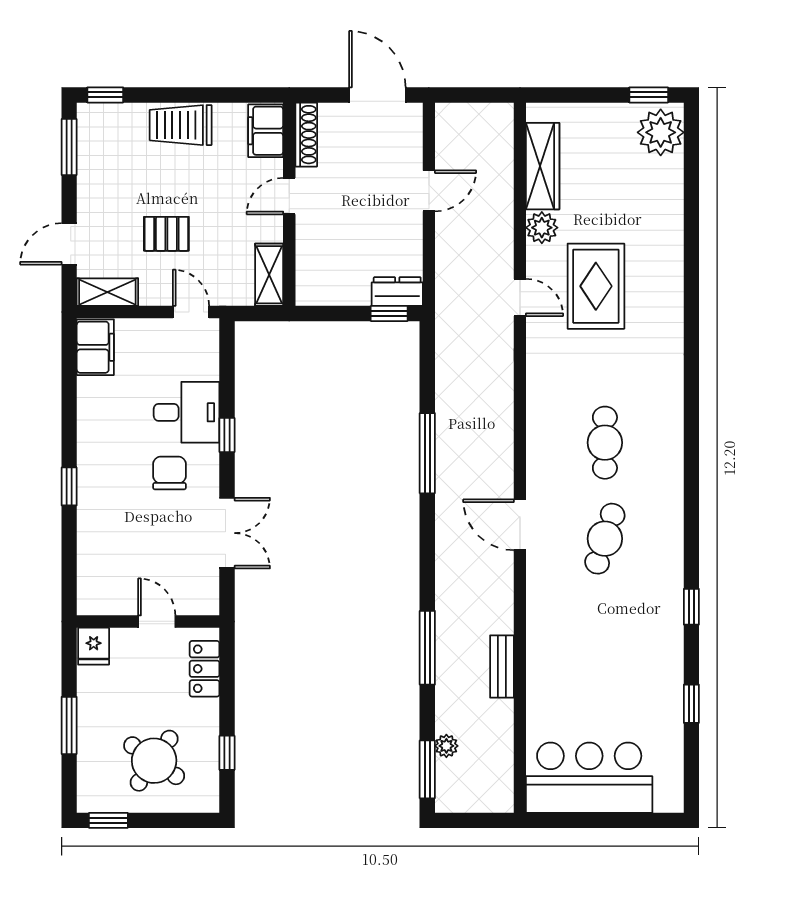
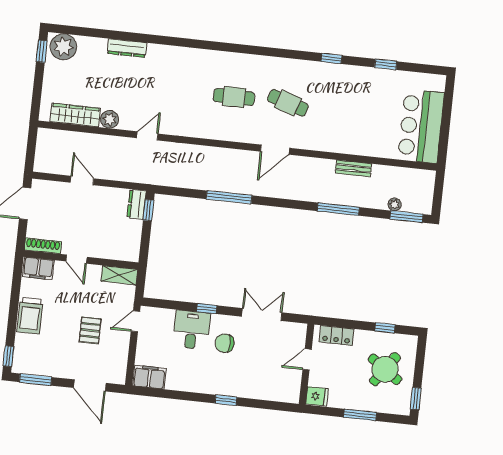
door: (69, 244) -> (90, 385), width x1.38
dresser: (670, 245) -> (127, 48), added
rug: (596, 286) -> (146, 92), removed
shelving: (107, 292) -> (119, 367), removed

